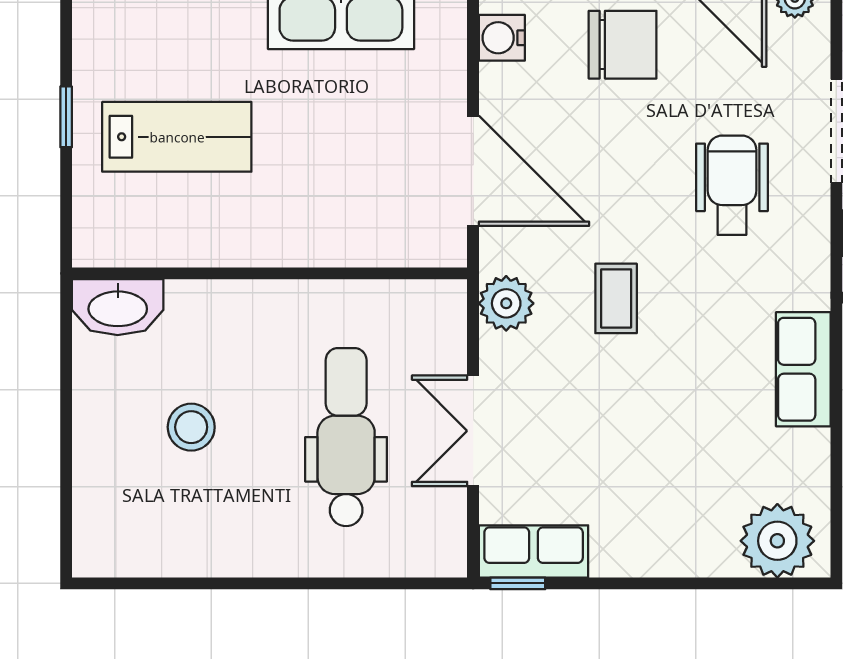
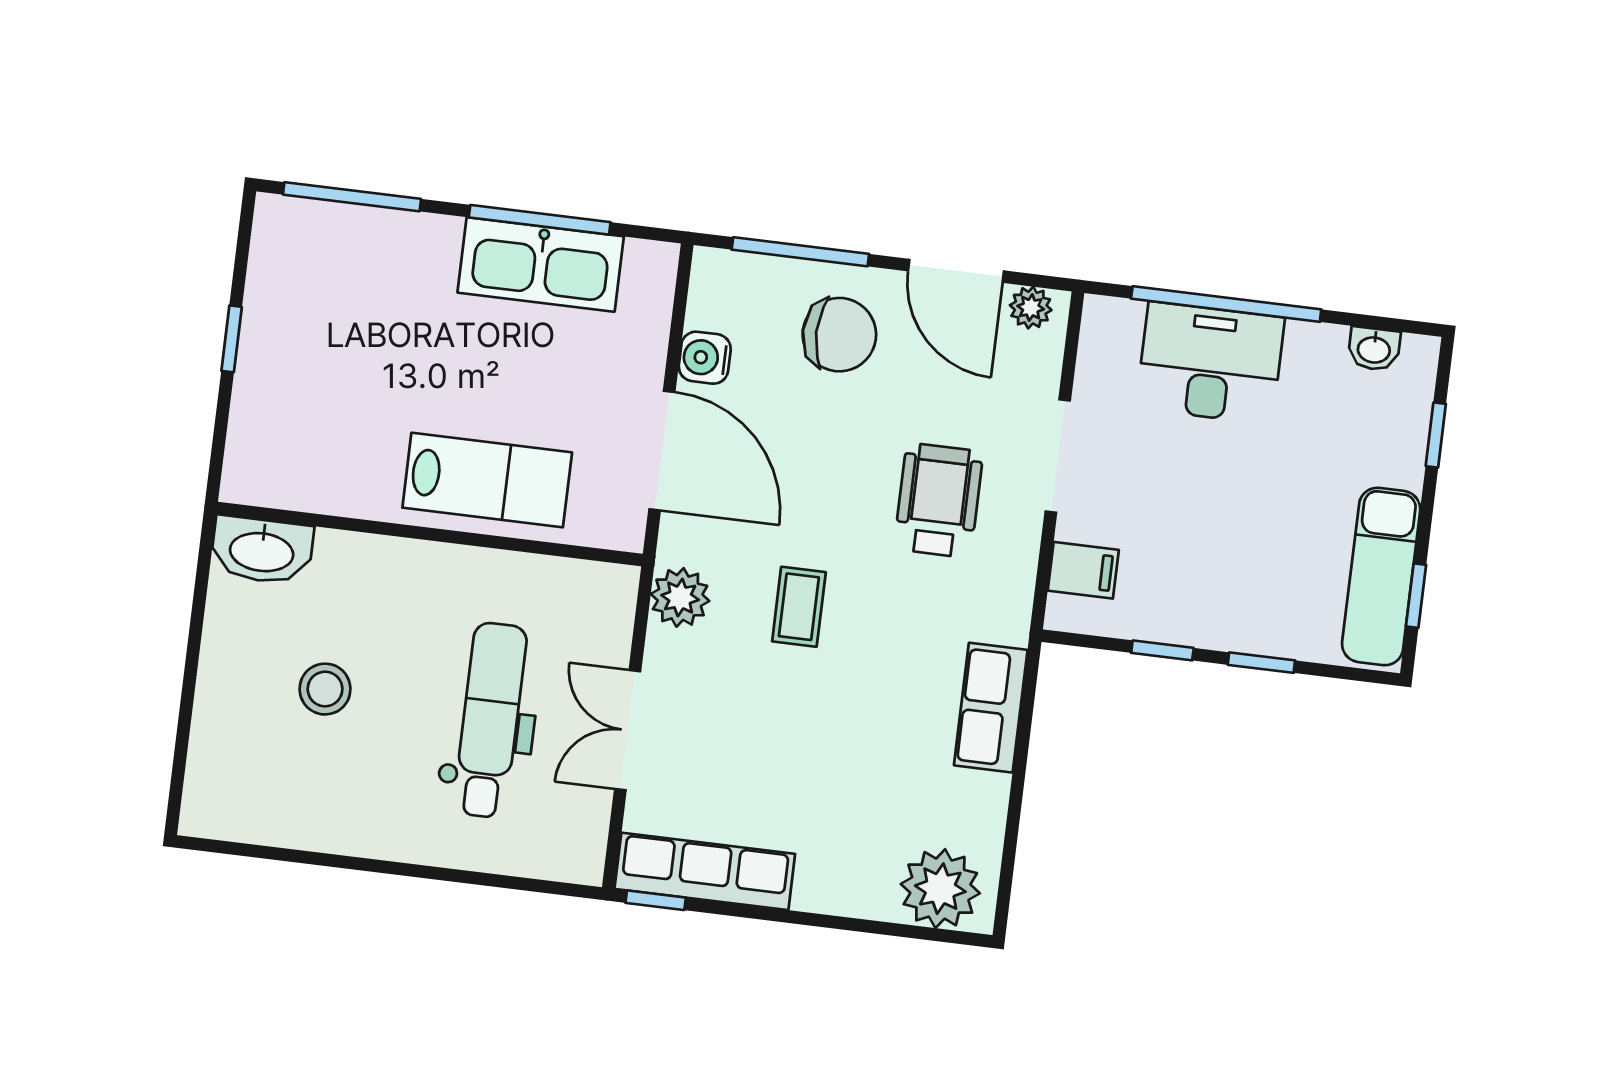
water cooler: (502, 38) -> (705, 358), moved
lab bench: (177, 137) -> (487, 480), moved
row of seats: (534, 551) -> (705, 871), width x1.48

